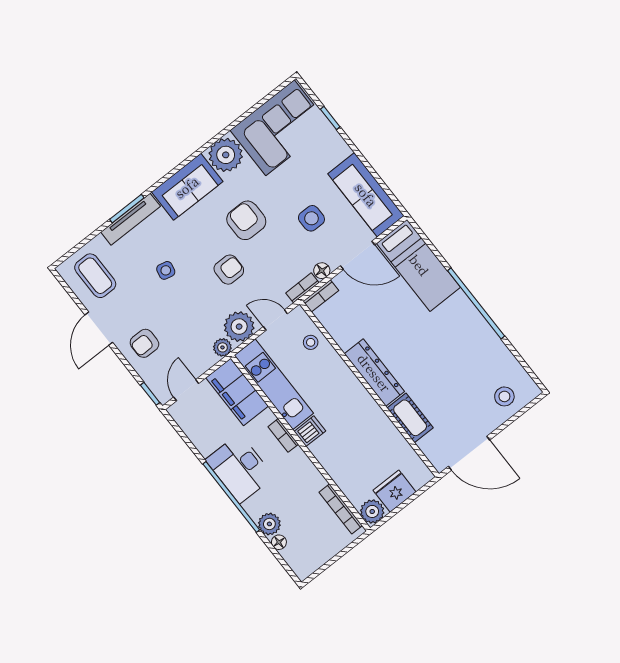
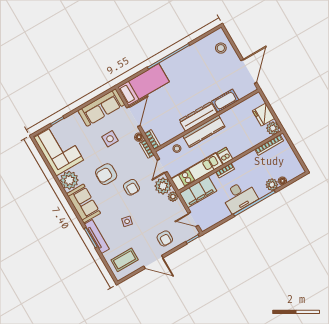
armchair: (229, 270) -> (131, 187), turned 180
kitchen counter: (349, 387) -> (204, 131), added

